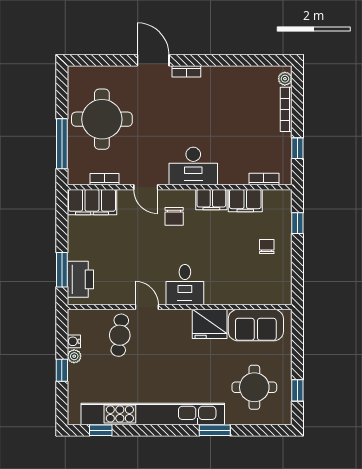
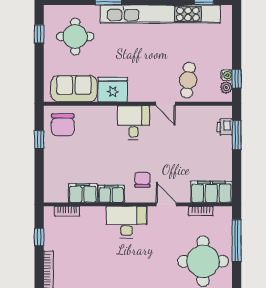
window: (297, 223) -> (39, 140), moved
chair: (267, 247) -> (63, 125), moved, width x1.87, depth x1.87
printer: (80, 279) -> (225, 127), width x0.53, depth x0.68
plant: (74, 356) -> (226, 88), moved
window: (62, 370) -> (237, 79), moved

